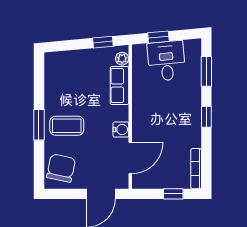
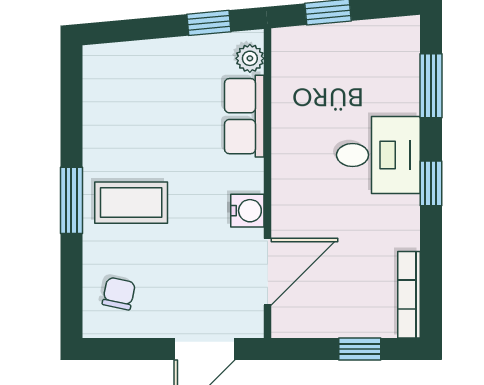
desk: (166, 61) -> (378, 155), moved, turned 95
chair: (61, 168) -> (119, 294), width x0.54, depth x0.54

